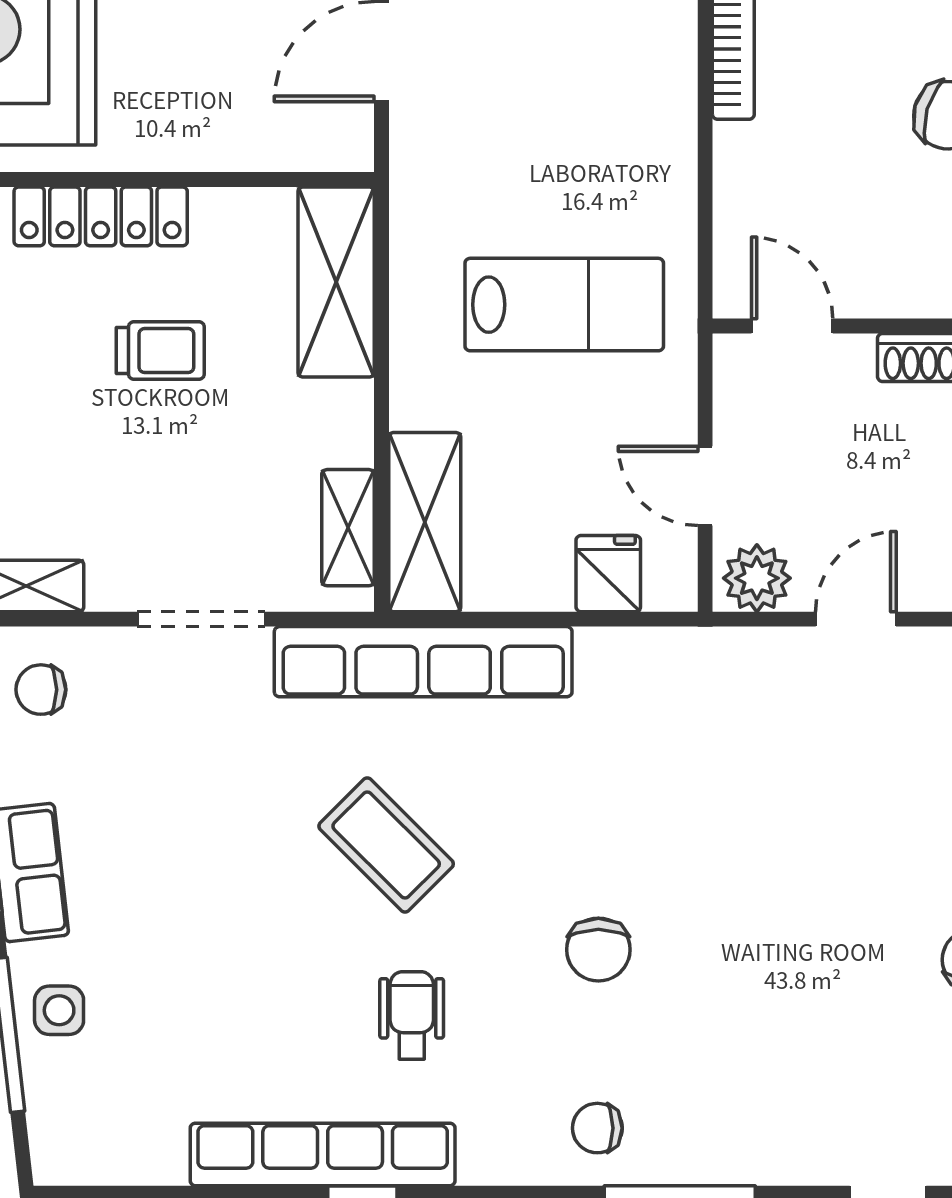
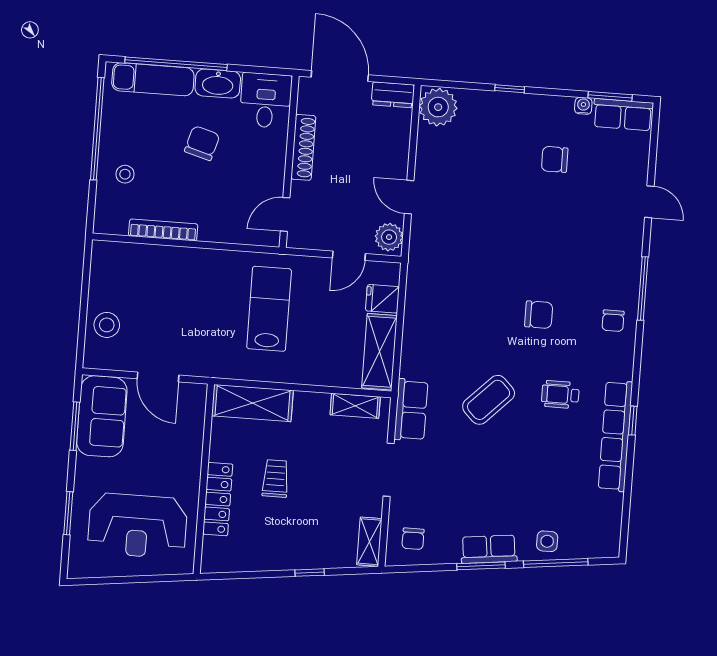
shelving: (425, 522) -> (379, 352), moved, turned 90
row of seats: (423, 662) -> (411, 410), width x0.50

